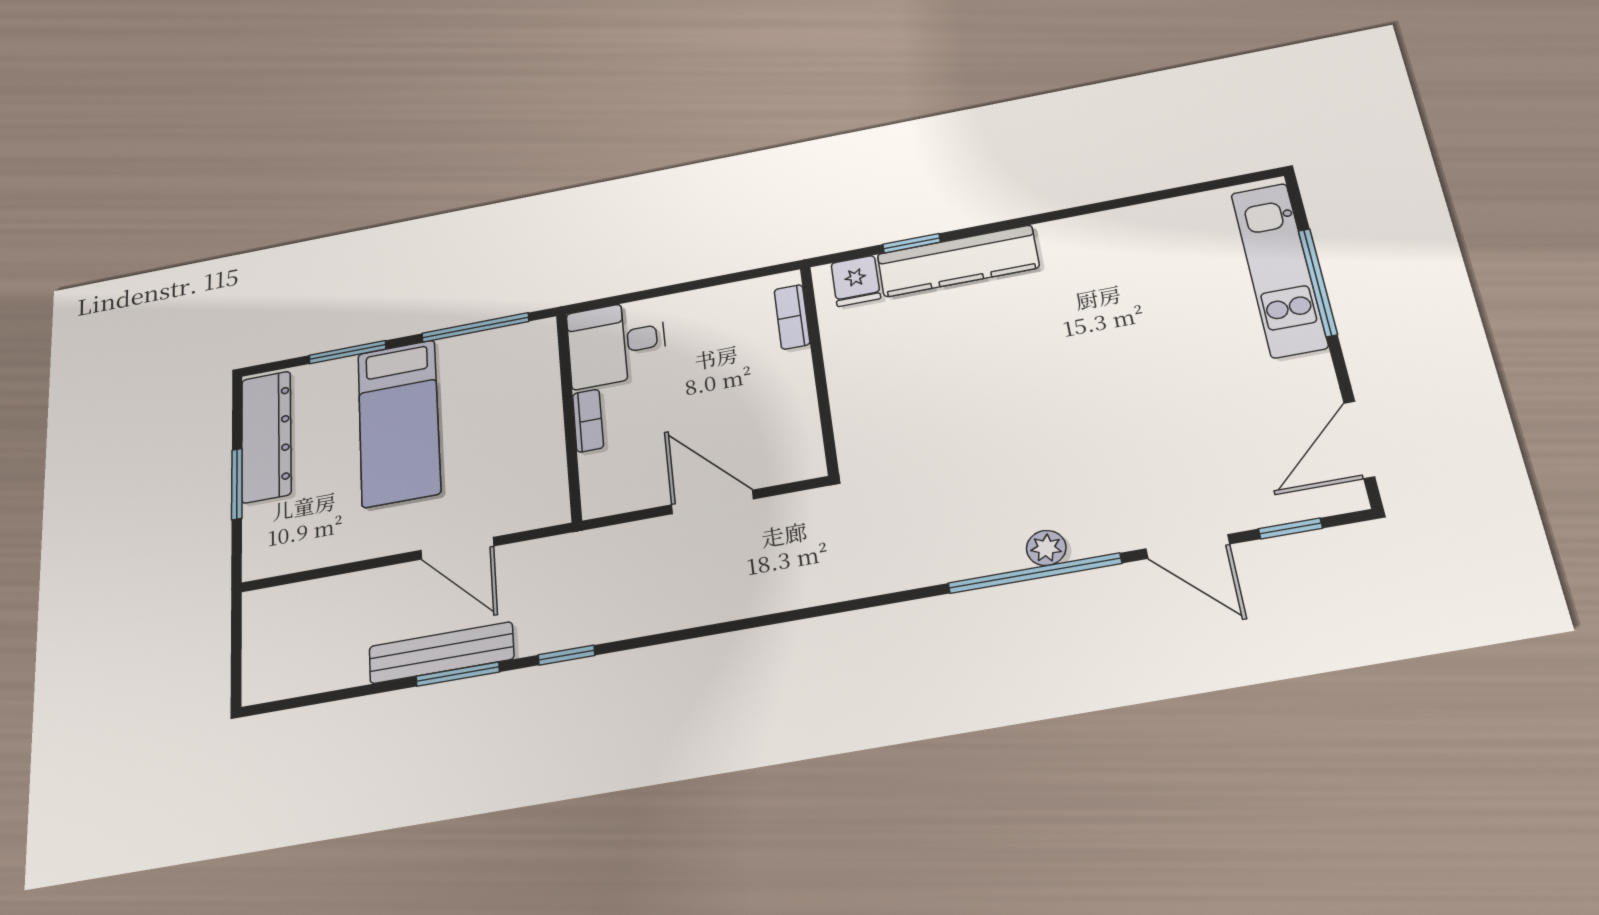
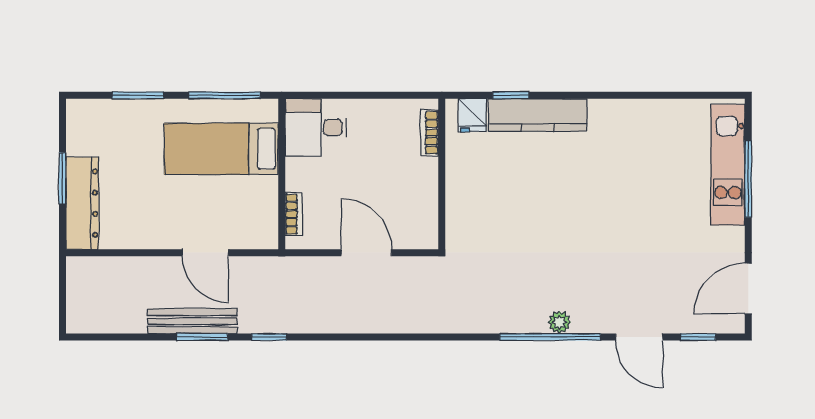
bookcase: (588, 421) -> (294, 214), moved
bed: (399, 423) -> (221, 149), moved, turned 90
dresser: (266, 437) -> (82, 203), moved

